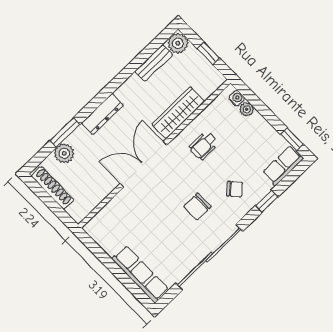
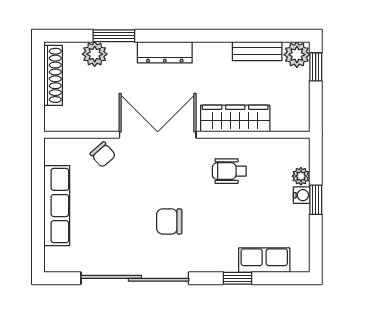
window: (208, 53) -> (316, 67), moved
water cooler: (237, 98) -> (302, 195), moved
window: (292, 139) -> (316, 200), moved
row of seats: (283, 166) -> (264, 260), moved
chair: (235, 189) -> (103, 155), moved
row of seats: (140, 274) -> (57, 206), moved

